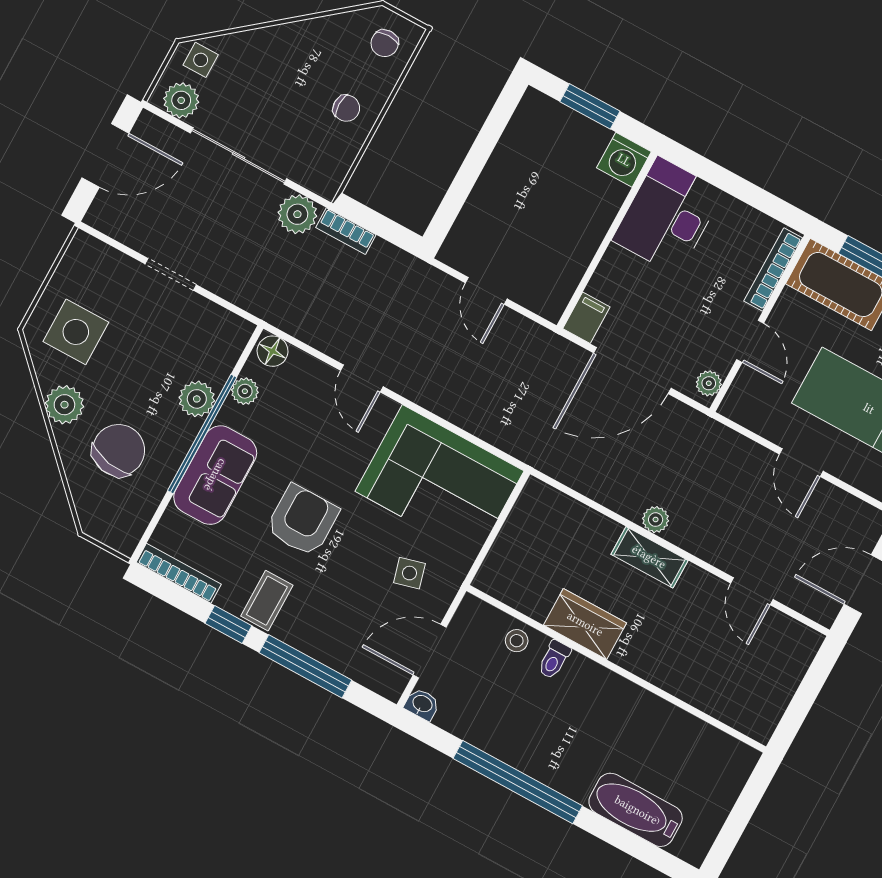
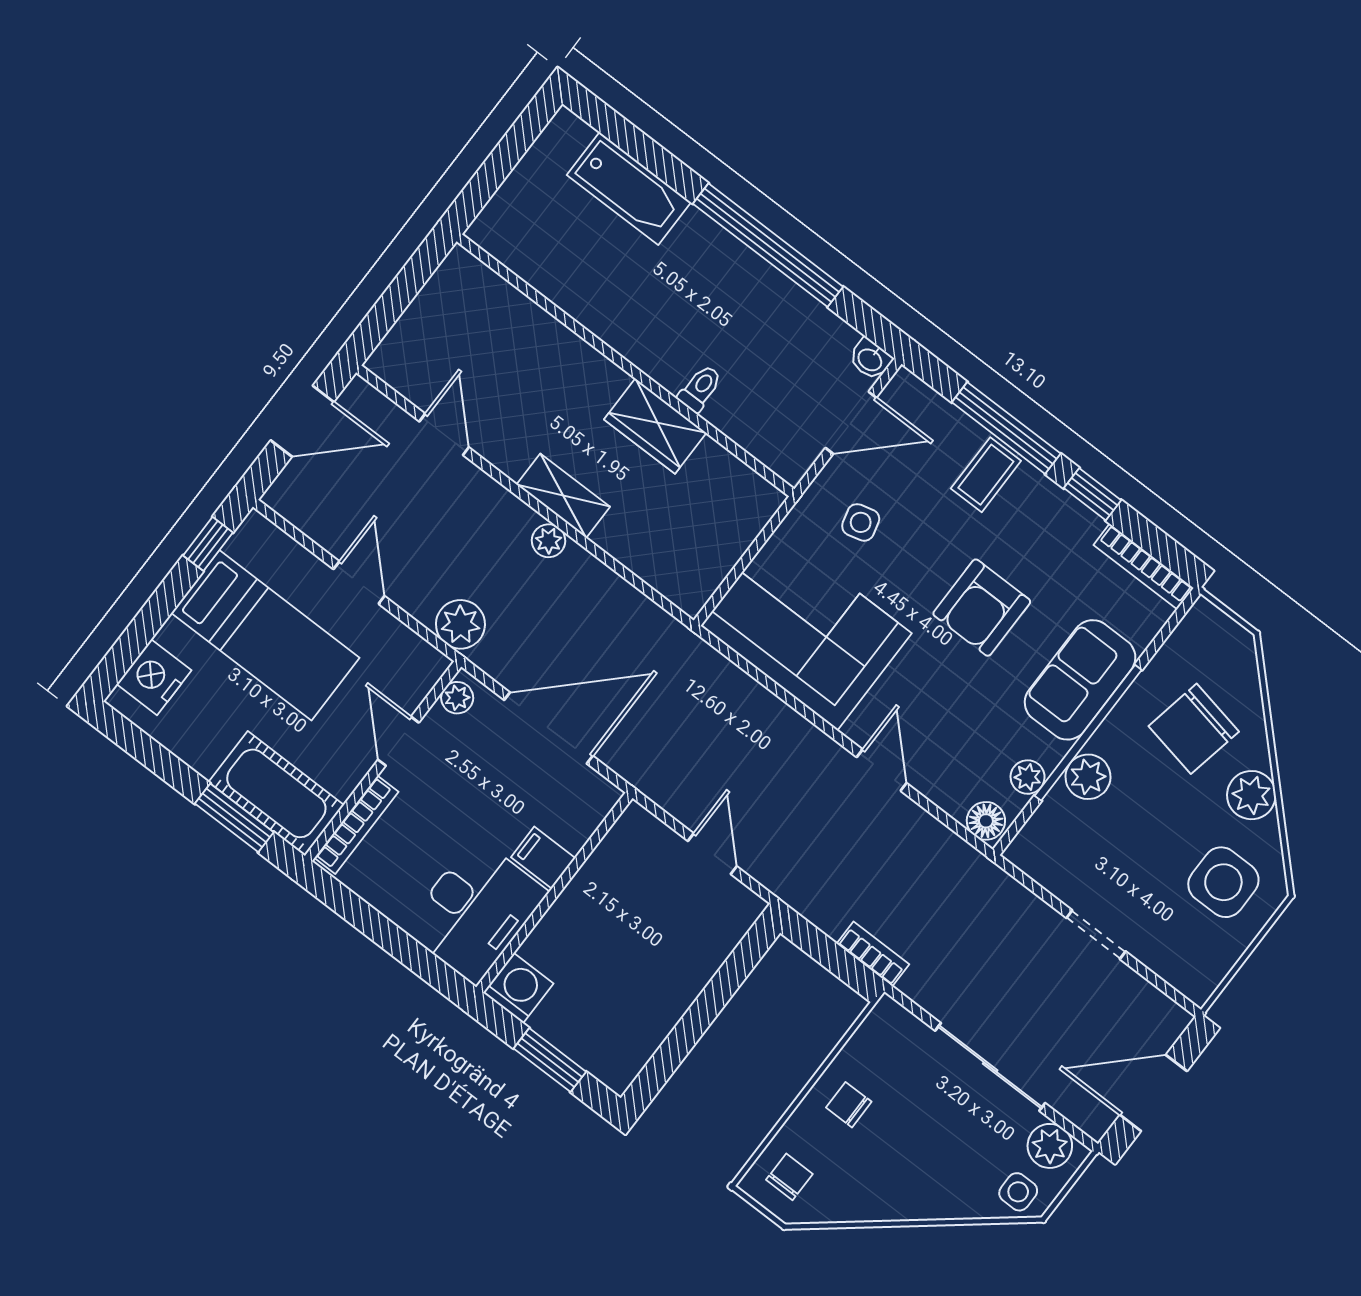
plant: (297, 214) -> (460, 624), moved
filing cabinet: (586, 318) -> (543, 858), moved, turned 90
coffee table: (267, 601) -> (986, 475), moved
stool: (517, 641) -> (742, 419), removed

